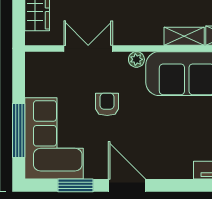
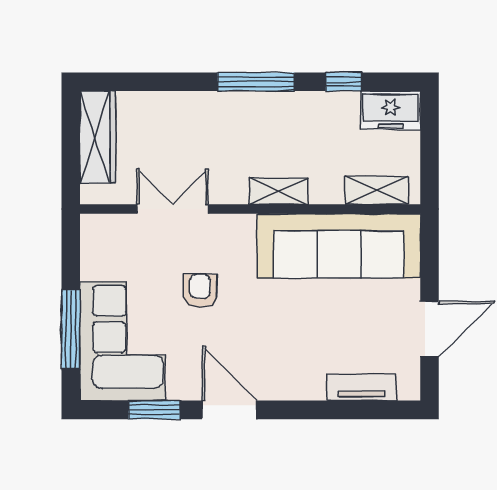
shelving: (184, 36) -> (279, 191), moved
plant: (136, 59) -> (243, 225), removed

